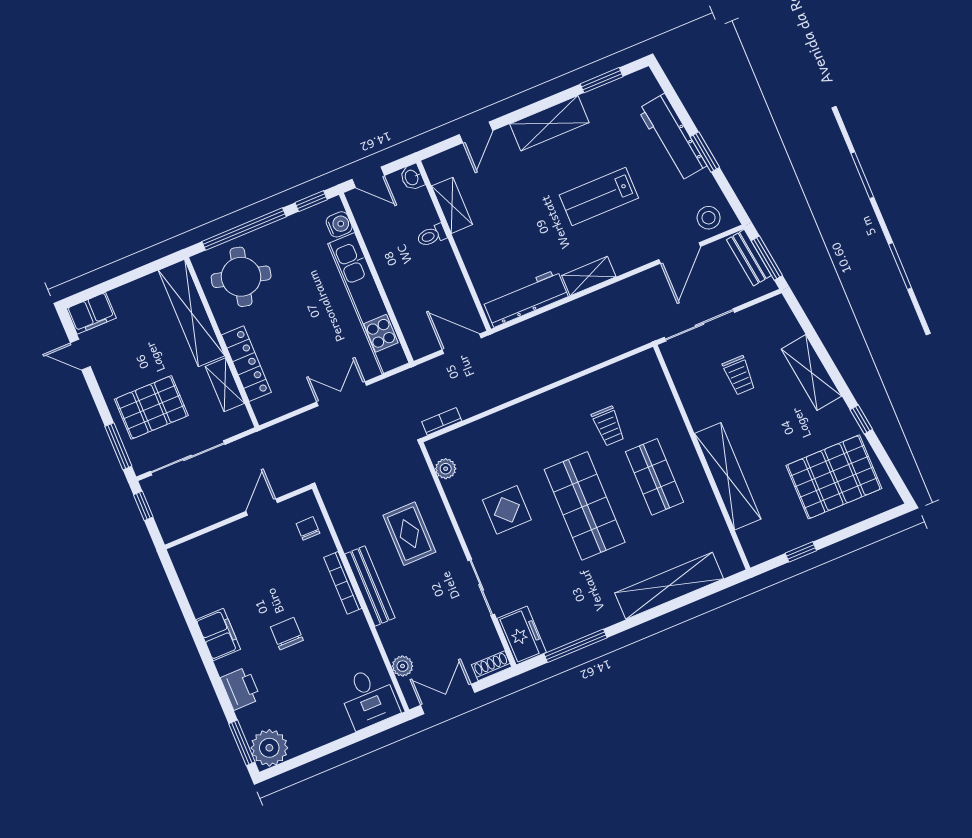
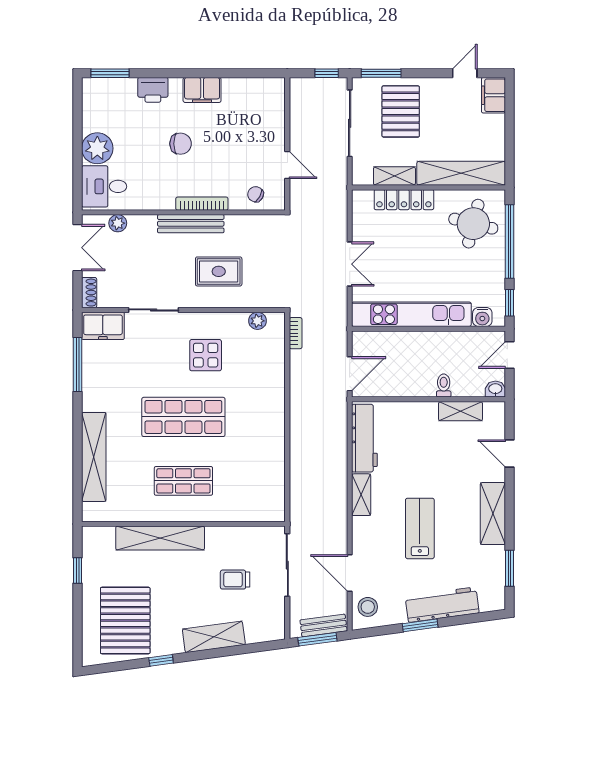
trolley: (608, 426) -> (238, 461), removed
chair: (308, 528) -> (256, 194), turned -151
plant: (269, 748) -> (97, 148), moved

